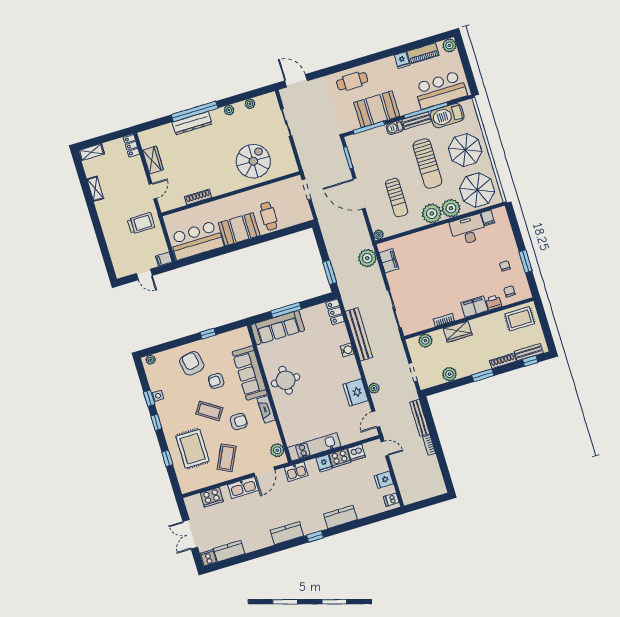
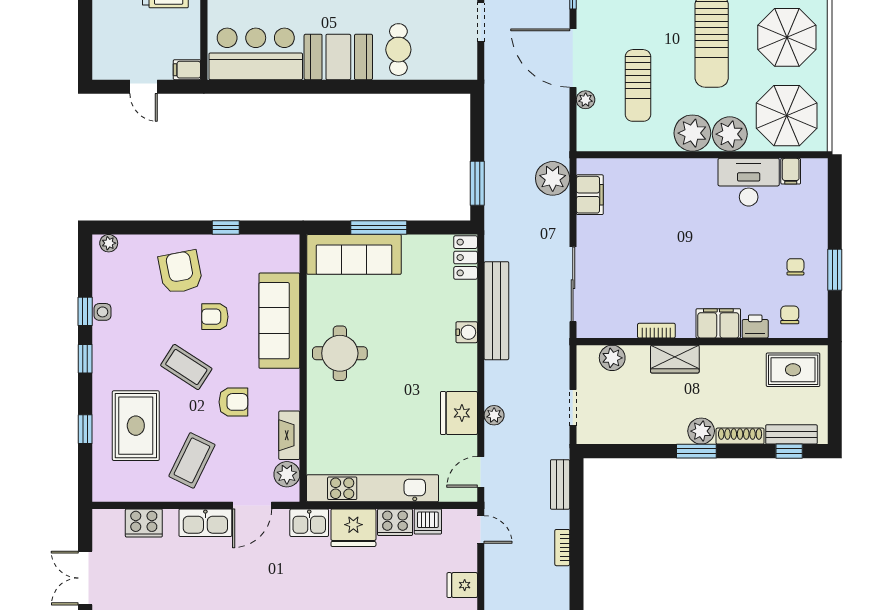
plant: (379, 235) -> (586, 100), moved
plant: (449, 374) -> (701, 431), moved
fireplace: (266, 409) -> (289, 435), moved
bench: (420, 418) -> (560, 484), width x0.73
kitchen unit: (314, 447) -> (373, 488), width x1.36
fridge: (324, 463) -> (353, 528), width x1.88, depth x1.34

